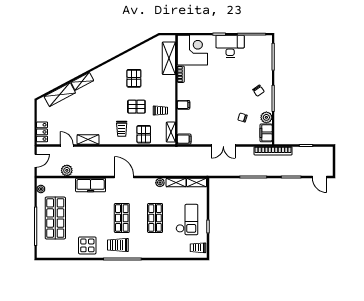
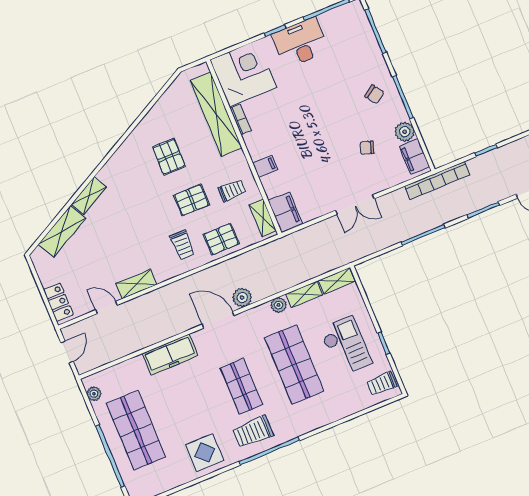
shelving: (169, 58) -> (216, 114), width x1.47
pallet: (144, 134) -> (221, 239), turned 90
filing cabinet: (184, 139) -> (285, 212), width x2.00
plant: (67, 170) -> (242, 298), moved
shop shelf: (155, 218) -> (294, 365), width x1.43, depth x1.36

